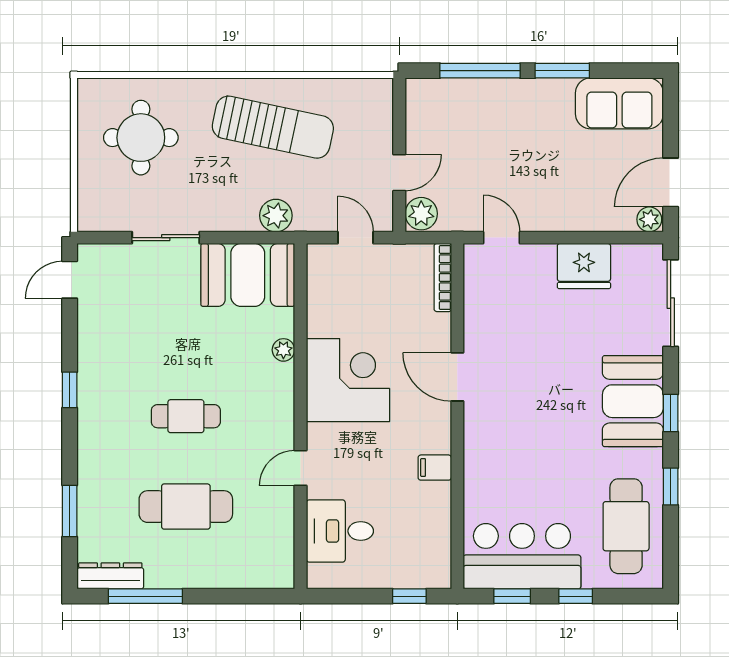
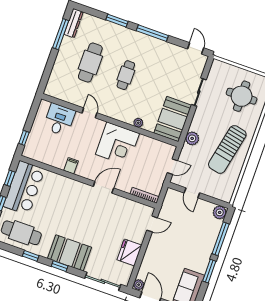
plant: (421, 214) -> (220, 212), moved
window: (70, 390) -> (152, 33), width x2.17
window: (70, 511) -> (117, 21), moved

